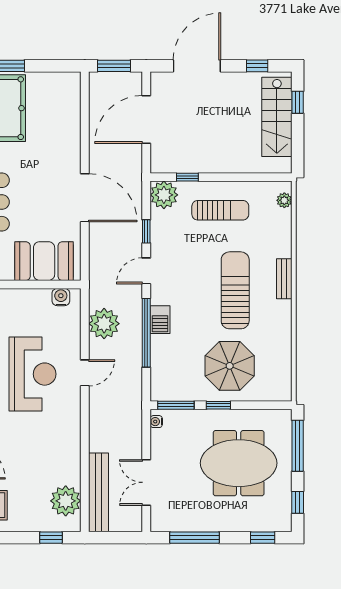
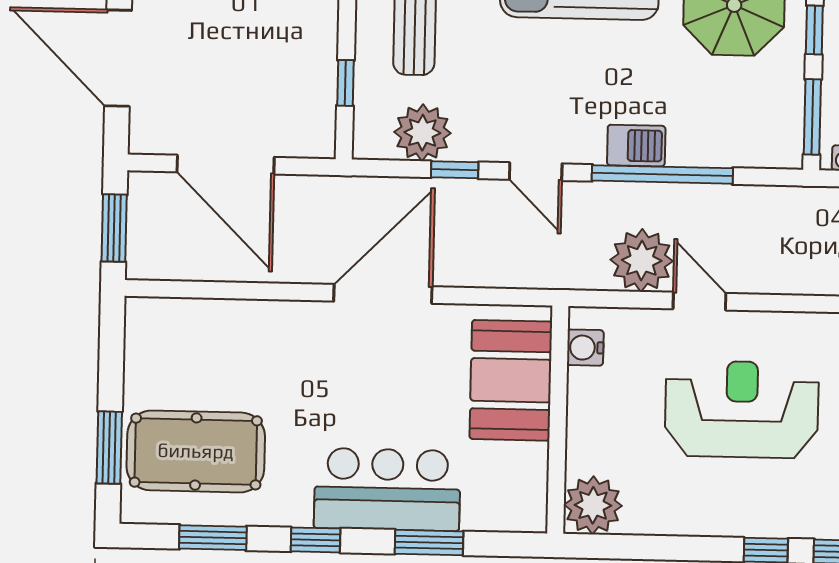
plant: (164, 195) -> (422, 133), moved
door: (85, 373) -> (699, 301), moved

